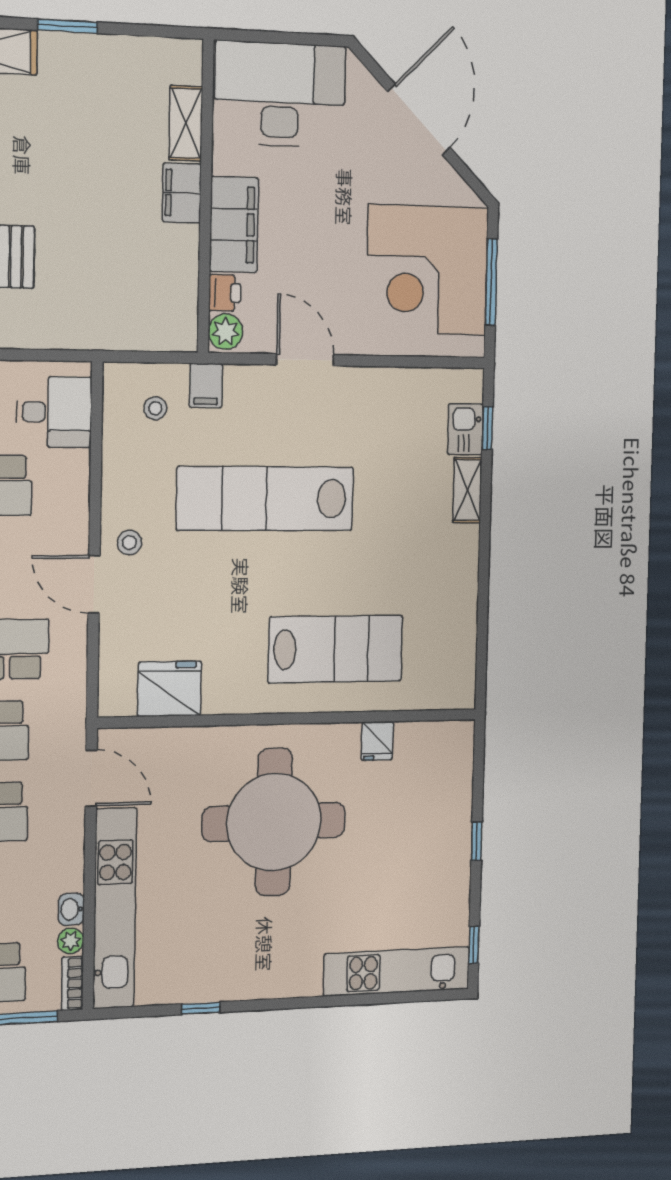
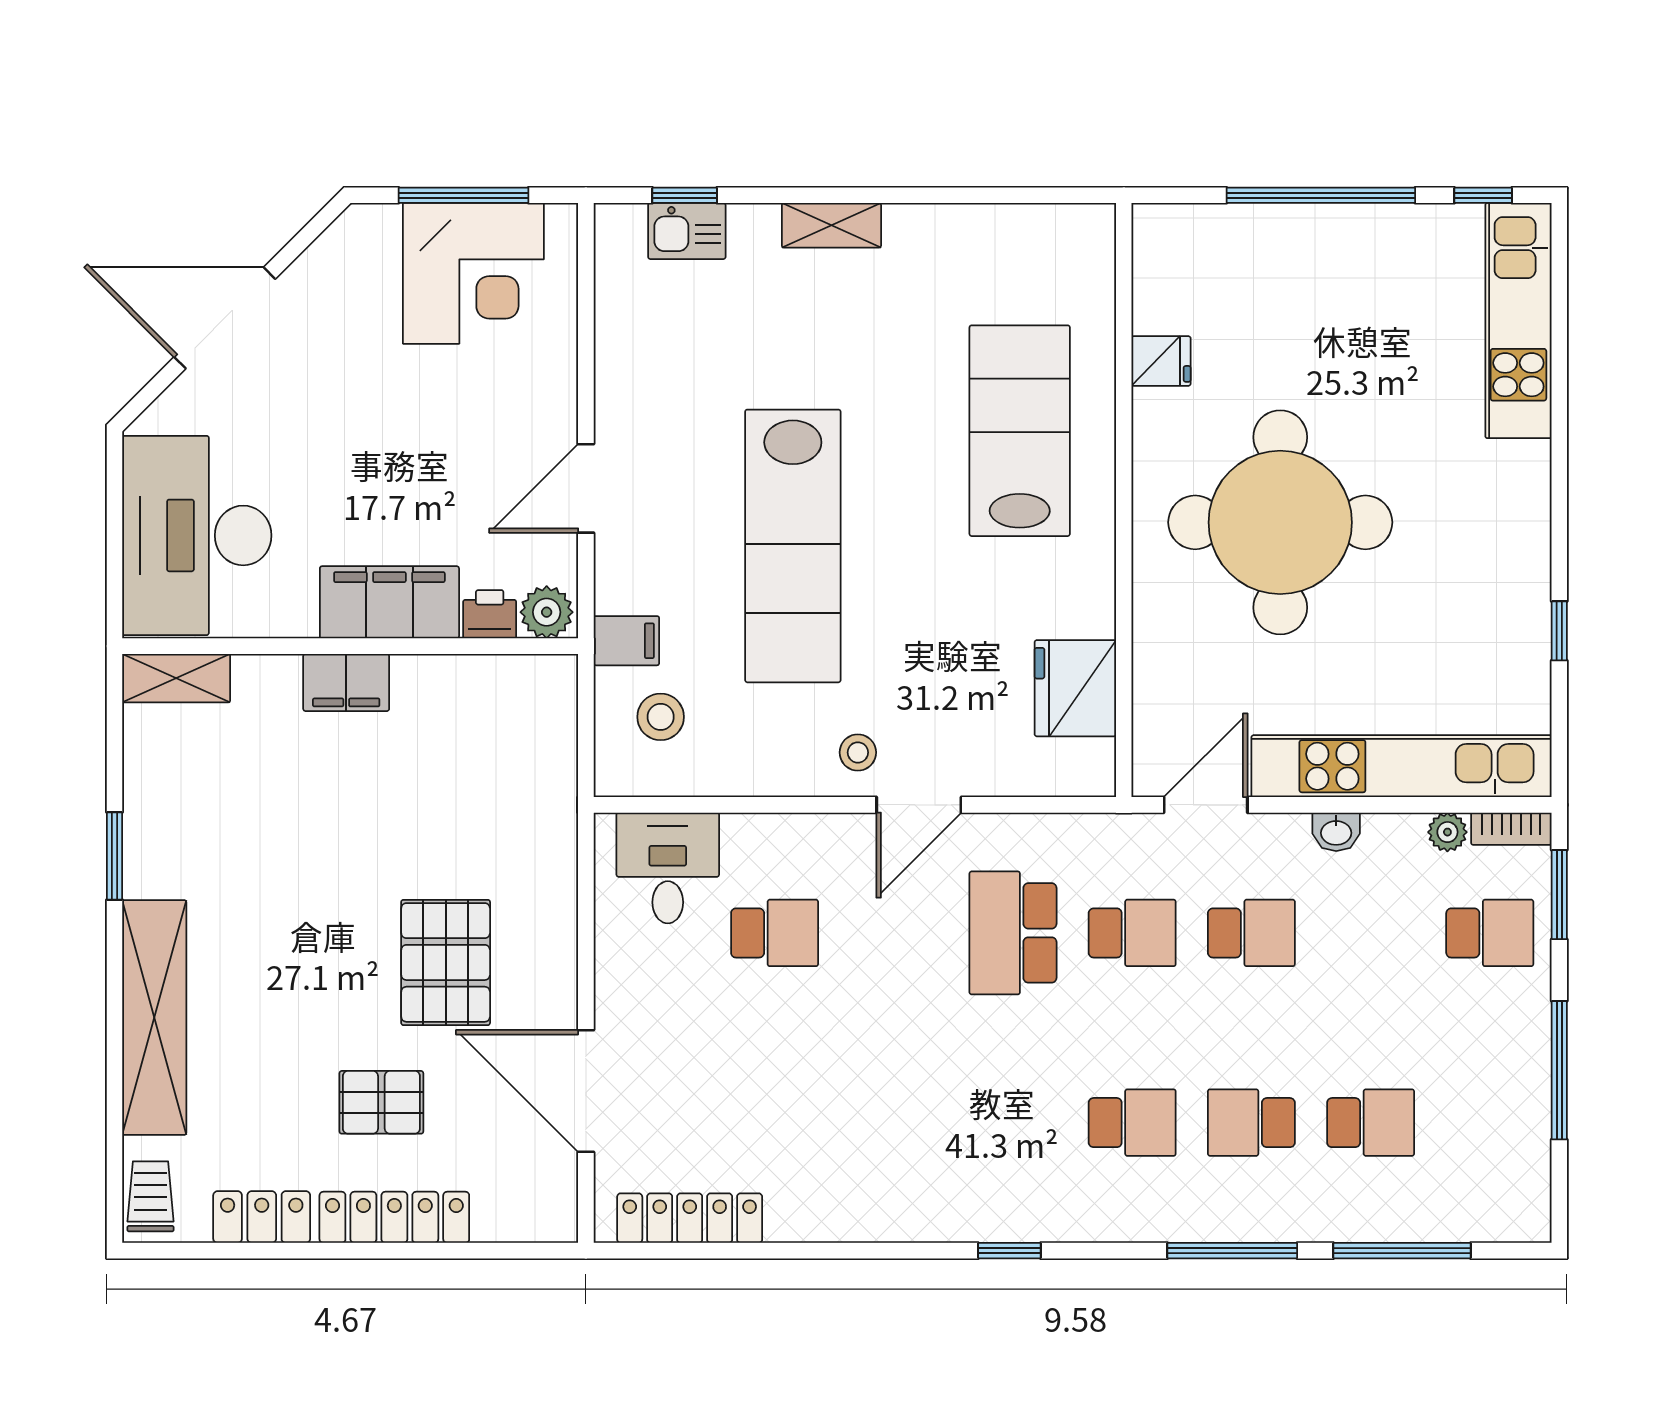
shelving: (186, 123) -> (176, 678), moved
corner desk: (427, 270) -> (473, 273), width x0.74, depth x0.74
stool: (155, 408) -> (661, 717), width x1.37, depth x1.37
shelving: (467, 490) -> (831, 225), moved
window: (477, 841) -> (1321, 195), width x3.17
washbasin: (71, 909) -> (1336, 832), moved

